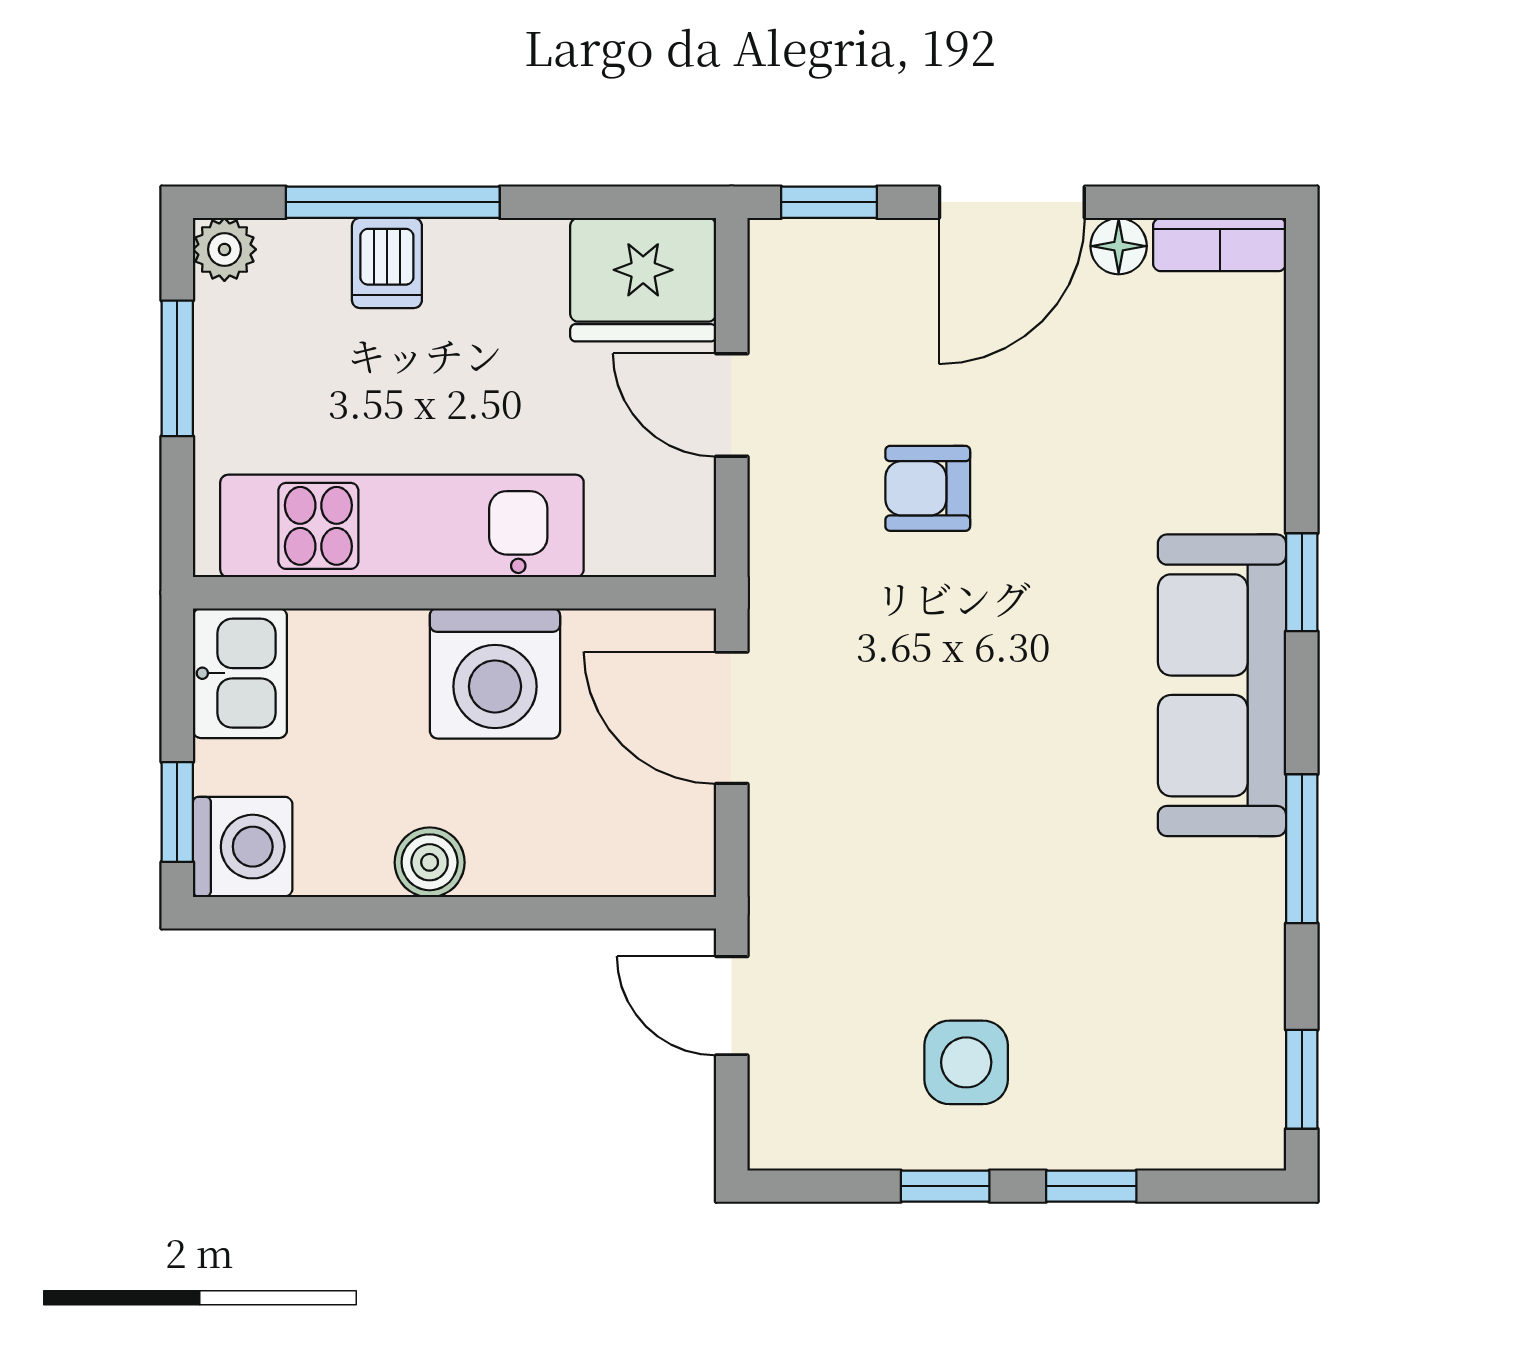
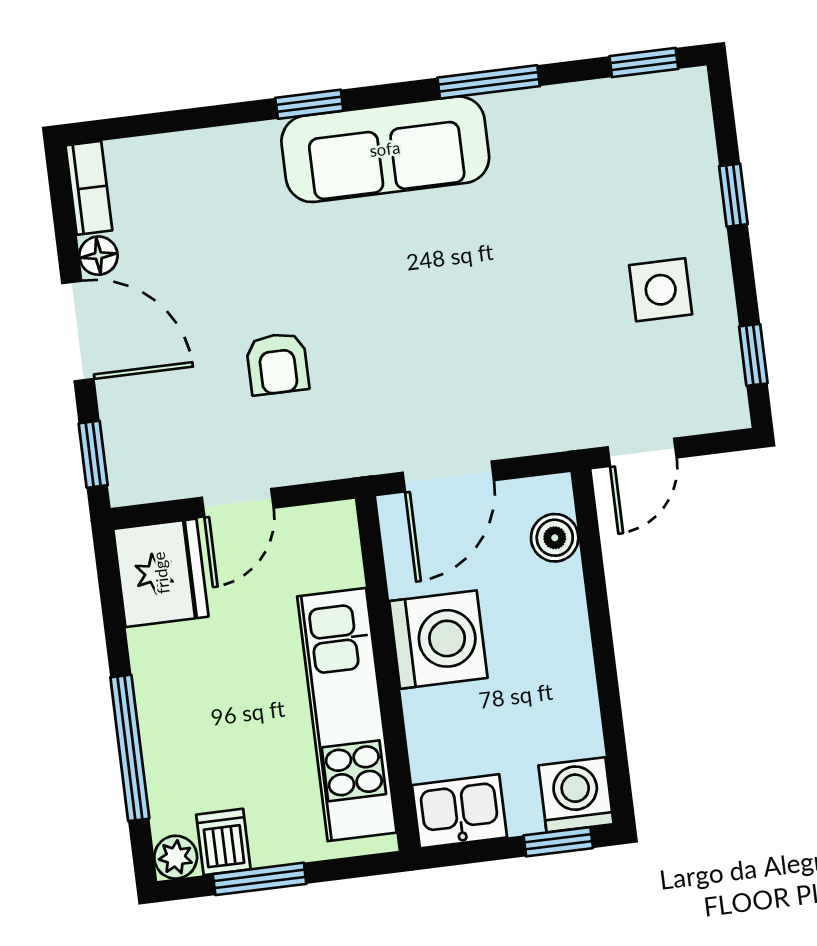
dishwasher: (387, 263) -> (223, 842), moved, turned -90
boiler: (430, 862) -> (555, 538), moved
window: (945, 1186) -> (753, 355), moved

